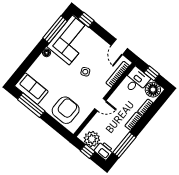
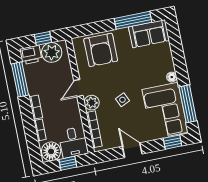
door: (119, 47) -> (132, 150), moved
plant: (103, 89) -> (92, 103), added

